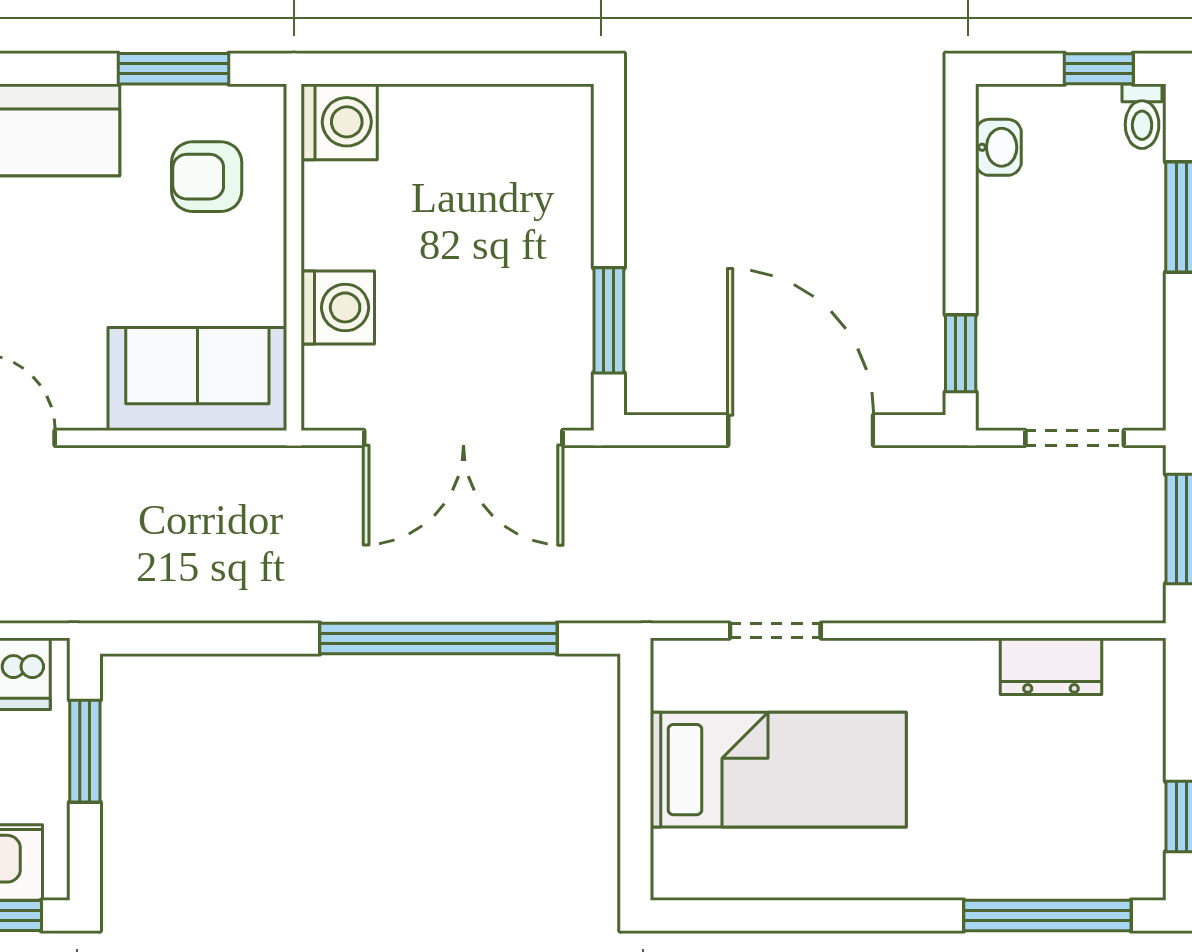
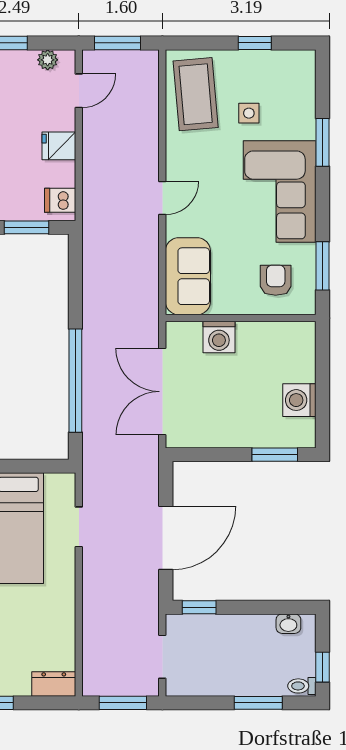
washing machine: (339, 122) -> (299, 400), moved, turned 90
window: (609, 320) -> (275, 455), moved
dresser: (1051, 666) -> (54, 684), moved, turned 90

